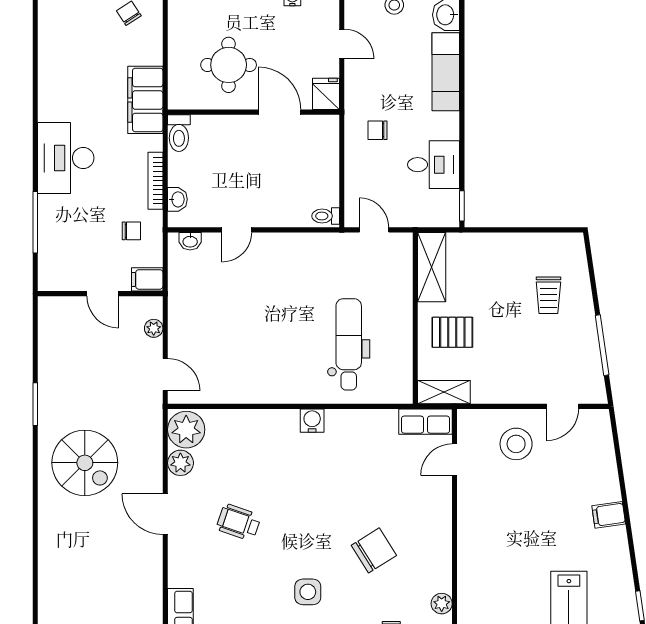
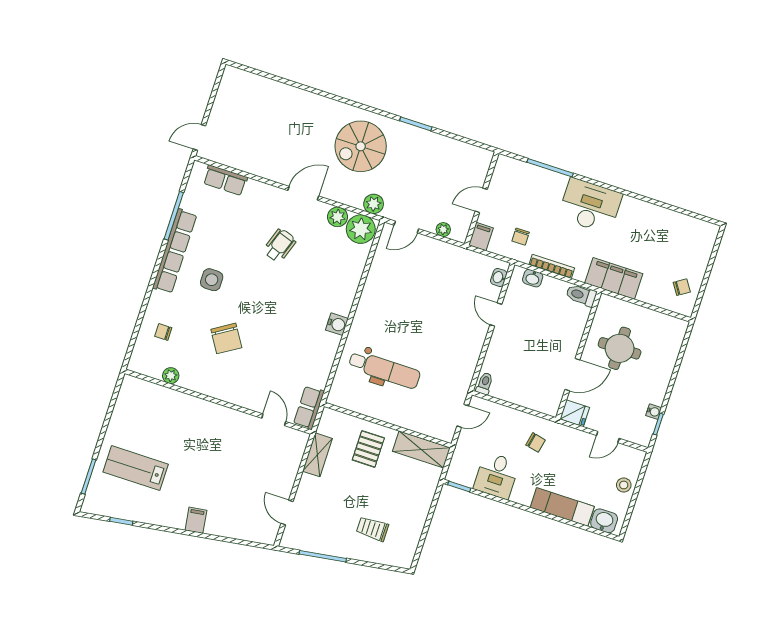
chair: (377, 130) -> (535, 442), turned 102
shelving: (444, 392) -> (317, 455), moved
plant: (150, 424) -> (374, 204), added
stool: (516, 444) -> (271, 469), removed

